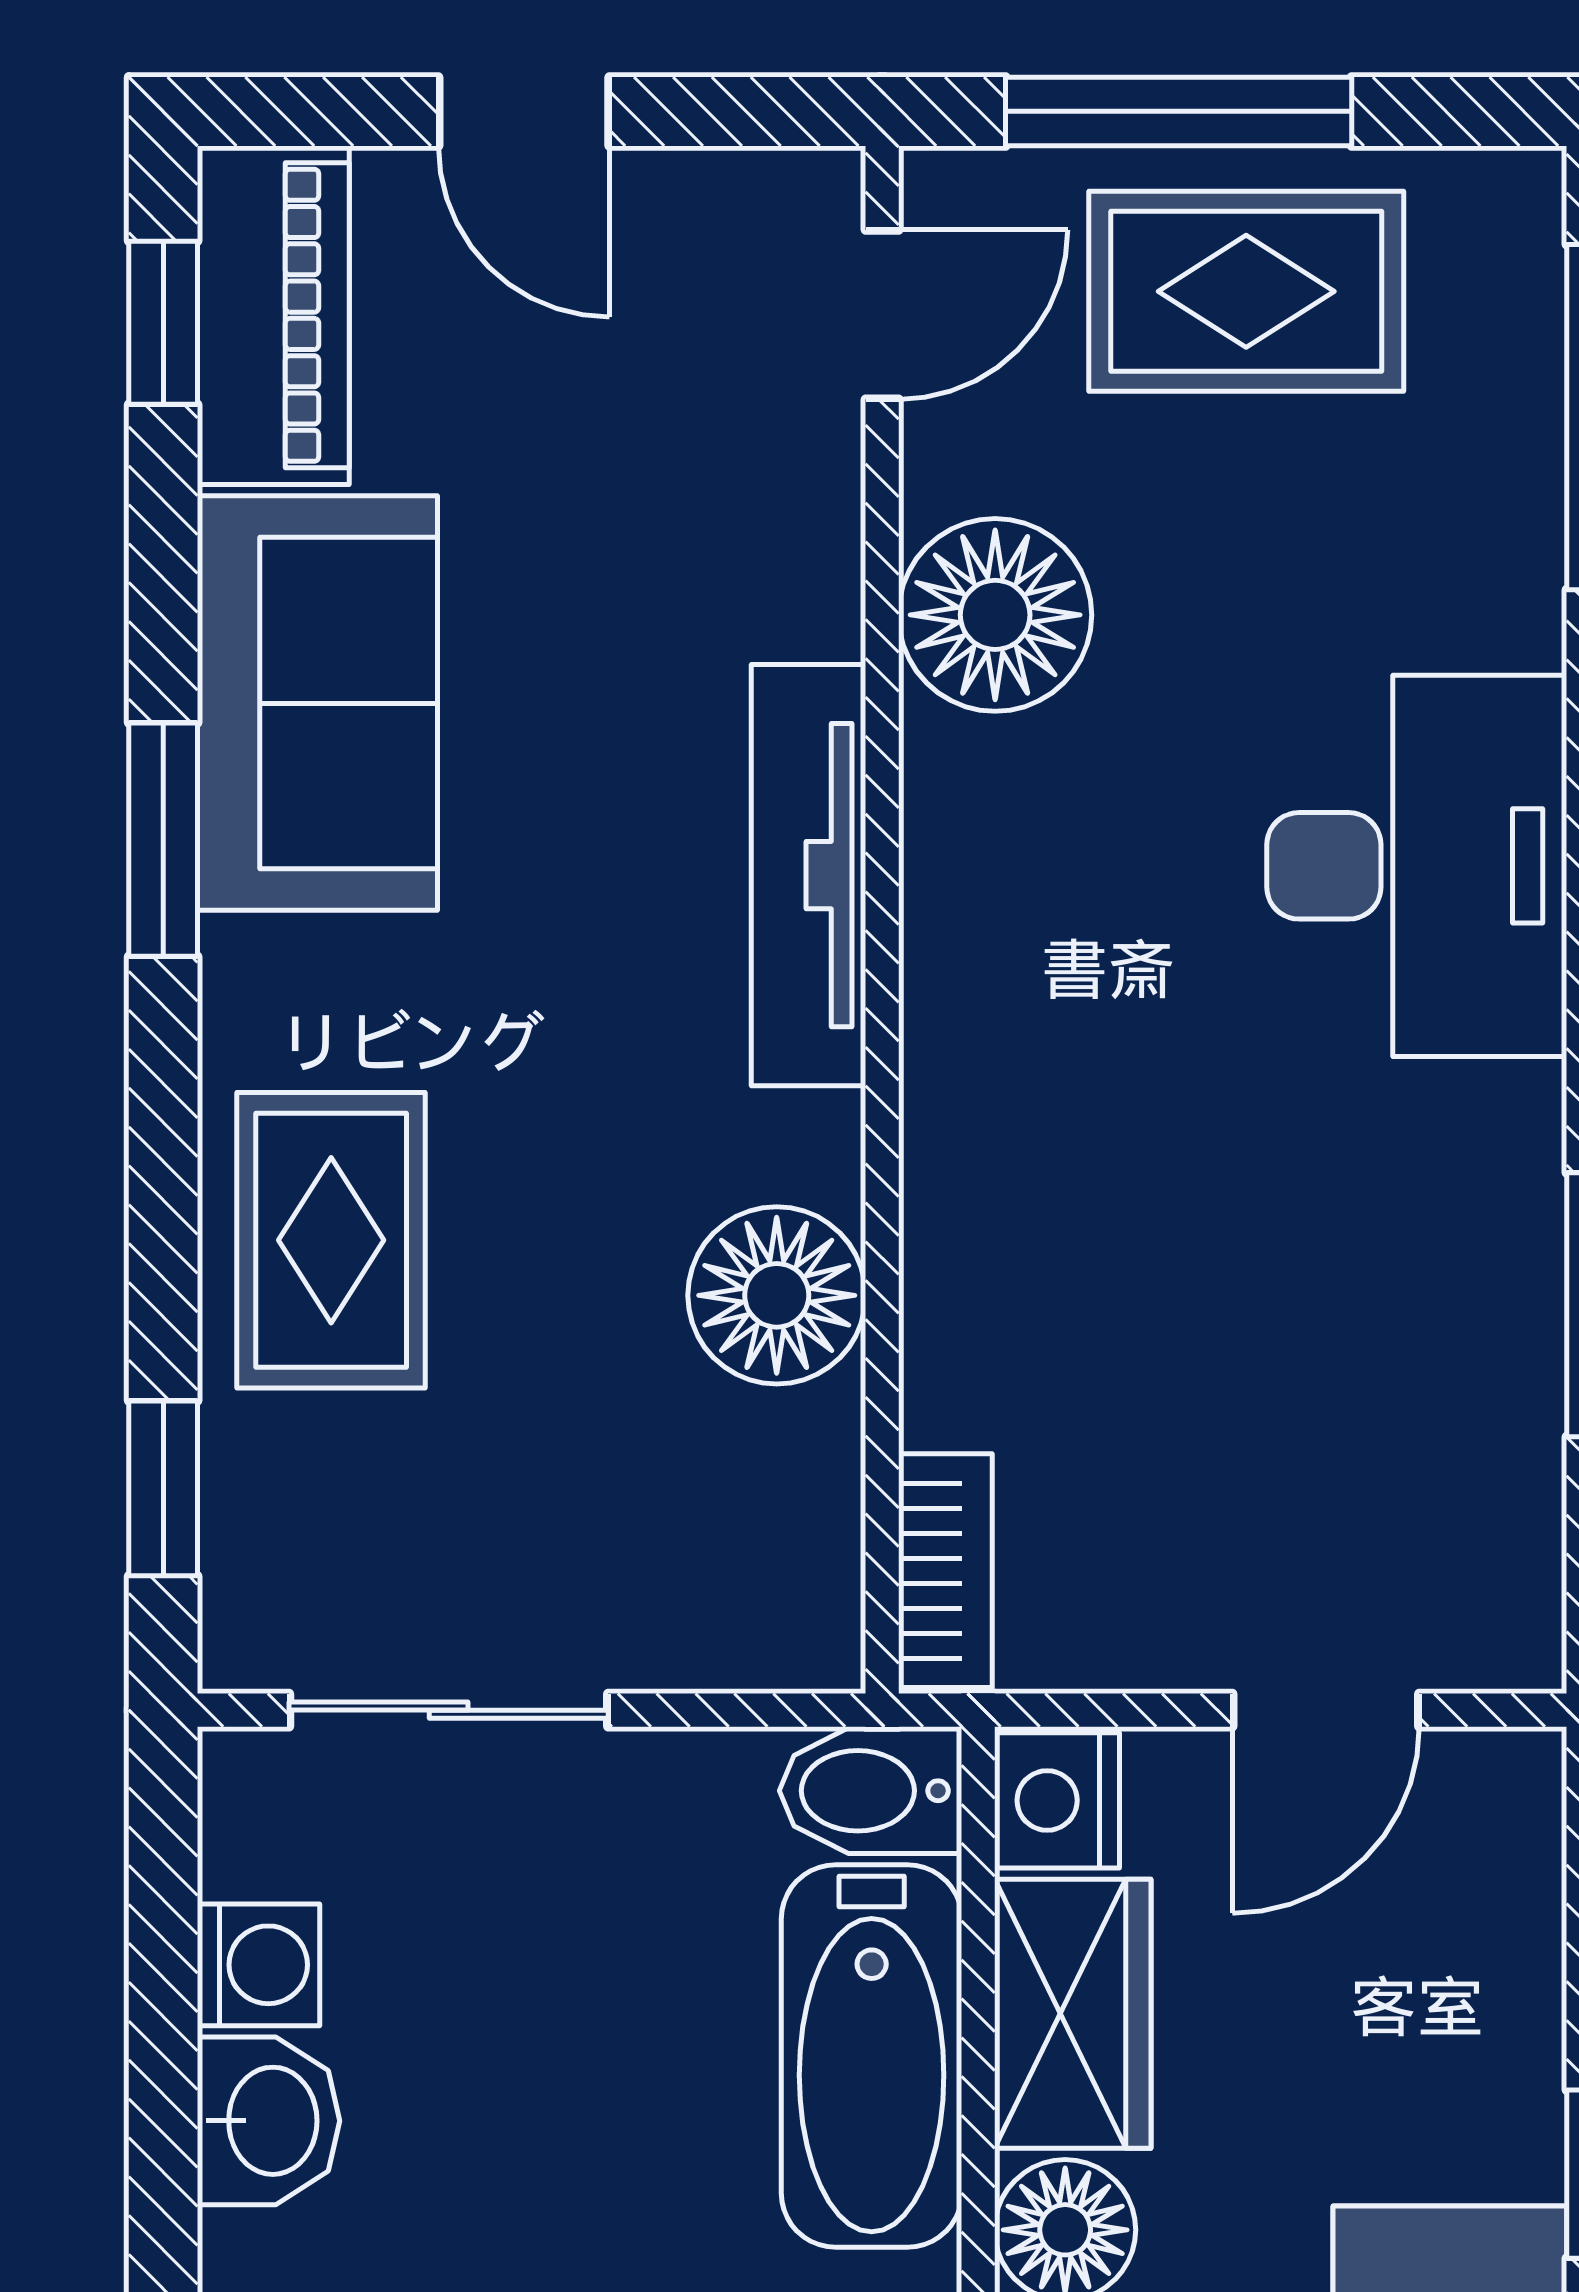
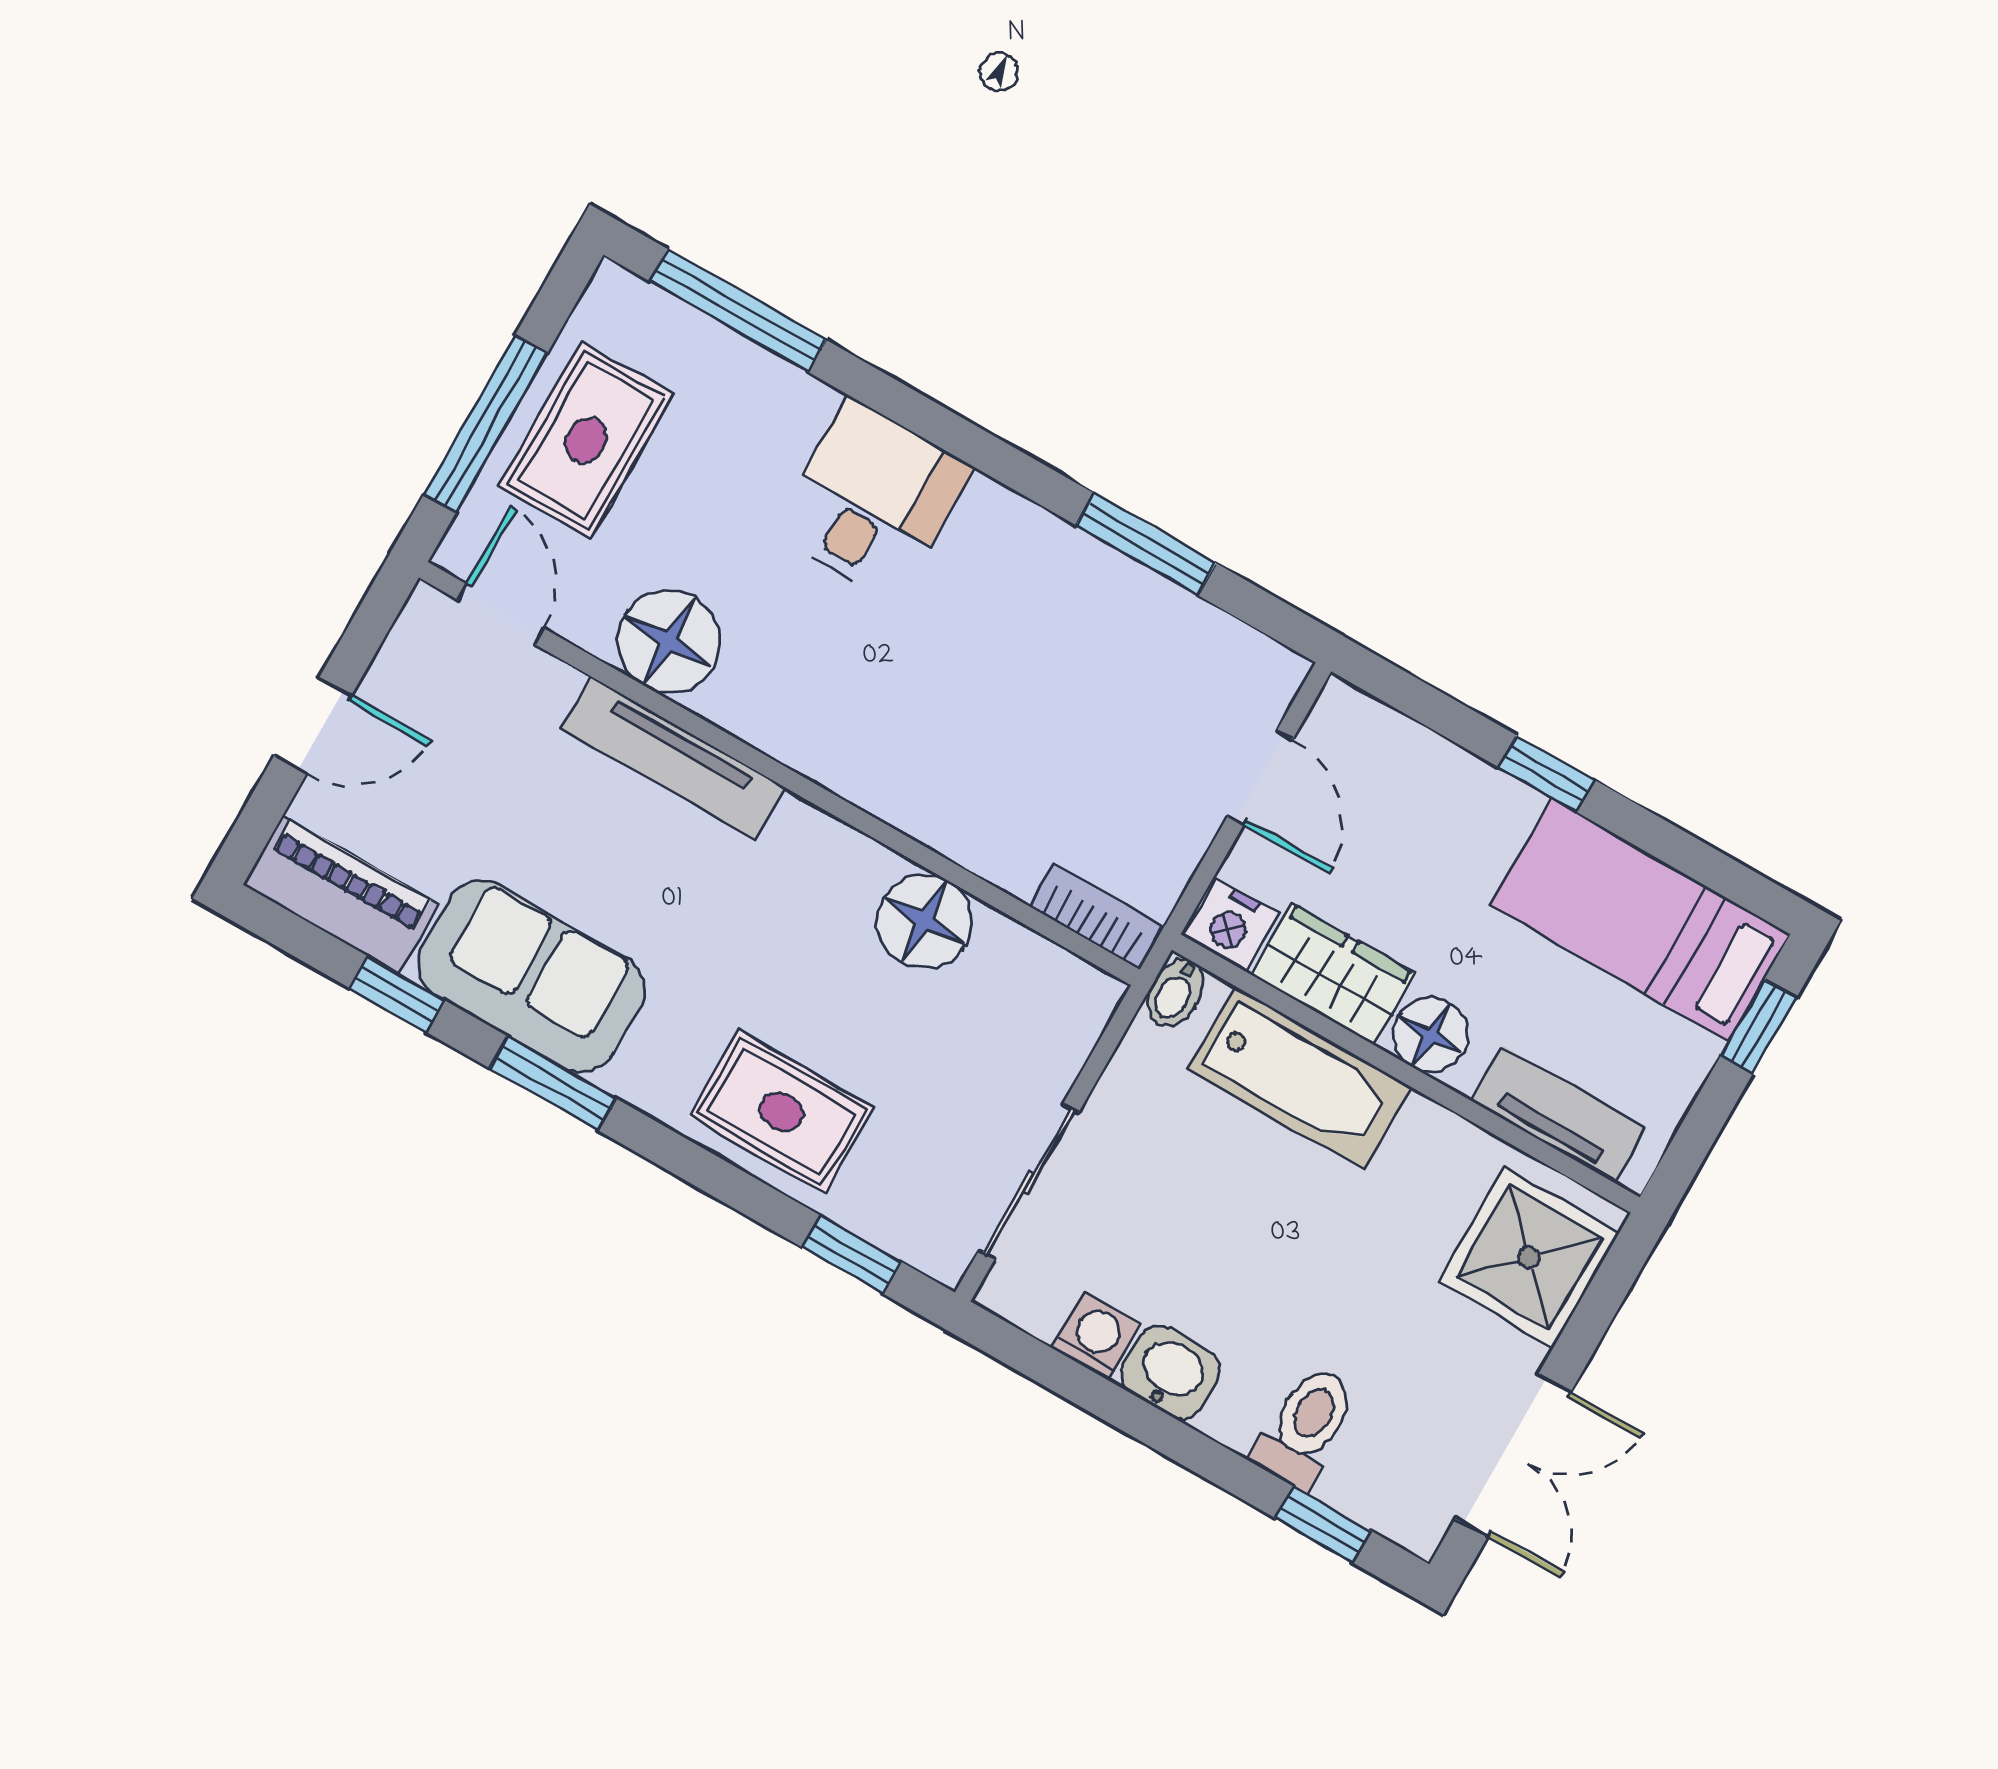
window: (163, 323) -> (397, 994), moved
desk: (1417, 866) -> (872, 500), width x0.73
tv unit: (808, 875) -> (674, 758), moved
bidet: (871, 1791) -> (1176, 993), width x0.72, depth x0.74

